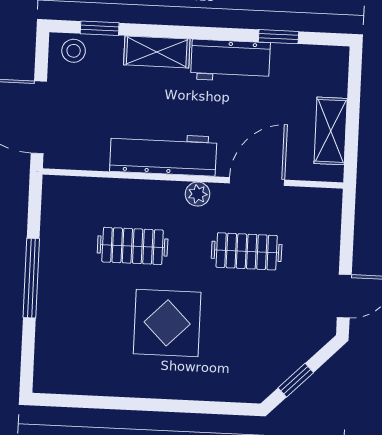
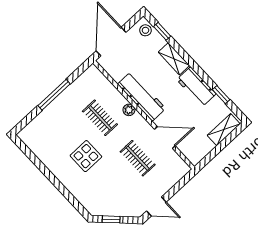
shelving: (331, 131) -> (224, 130), moved
plant: (198, 194) -> (129, 110), moved
display table: (167, 323) -> (86, 156), width x0.73, depth x0.73

